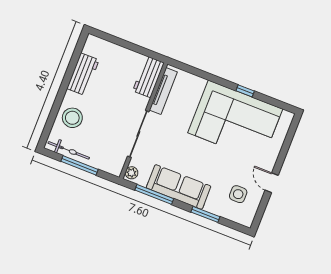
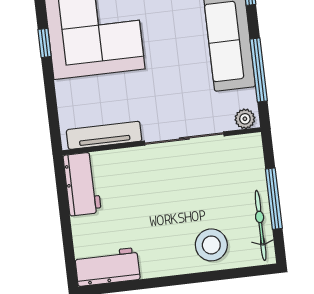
workbench: (83, 74) -> (107, 267), moved
workbench: (148, 77) -> (82, 184), moved, turned -90
window: (245, 91) -> (45, 43), moved

